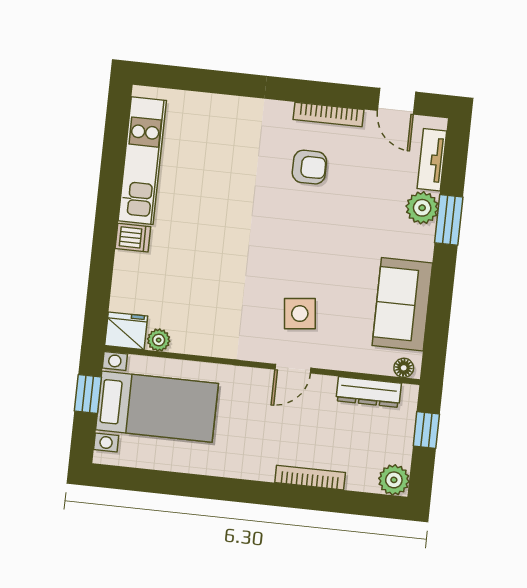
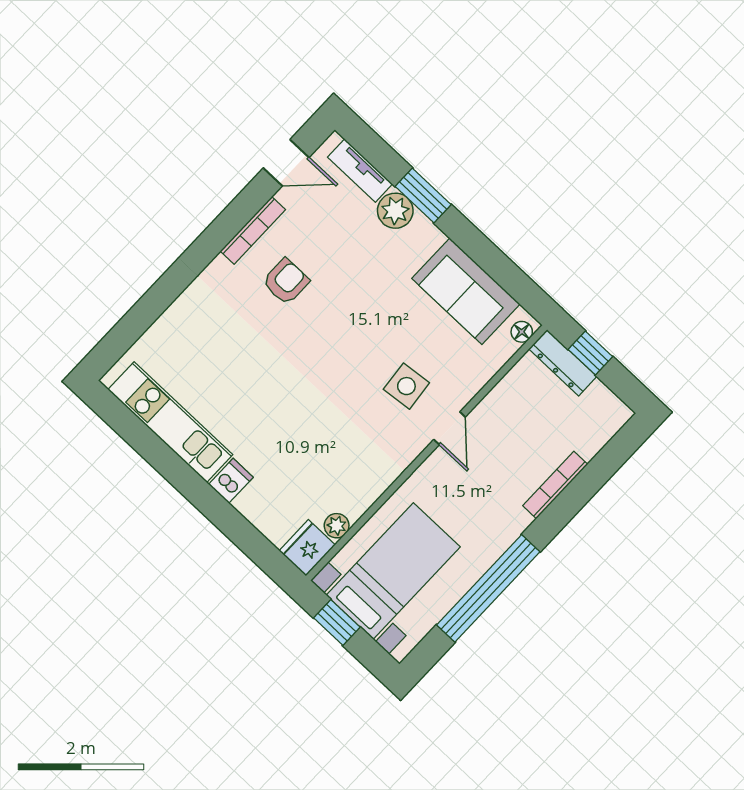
dresser: (369, 392) -> (563, 363), moved, turned 90
plant: (394, 480) -> (612, 414), removed
window: (197, 486) -> (488, 588), added

